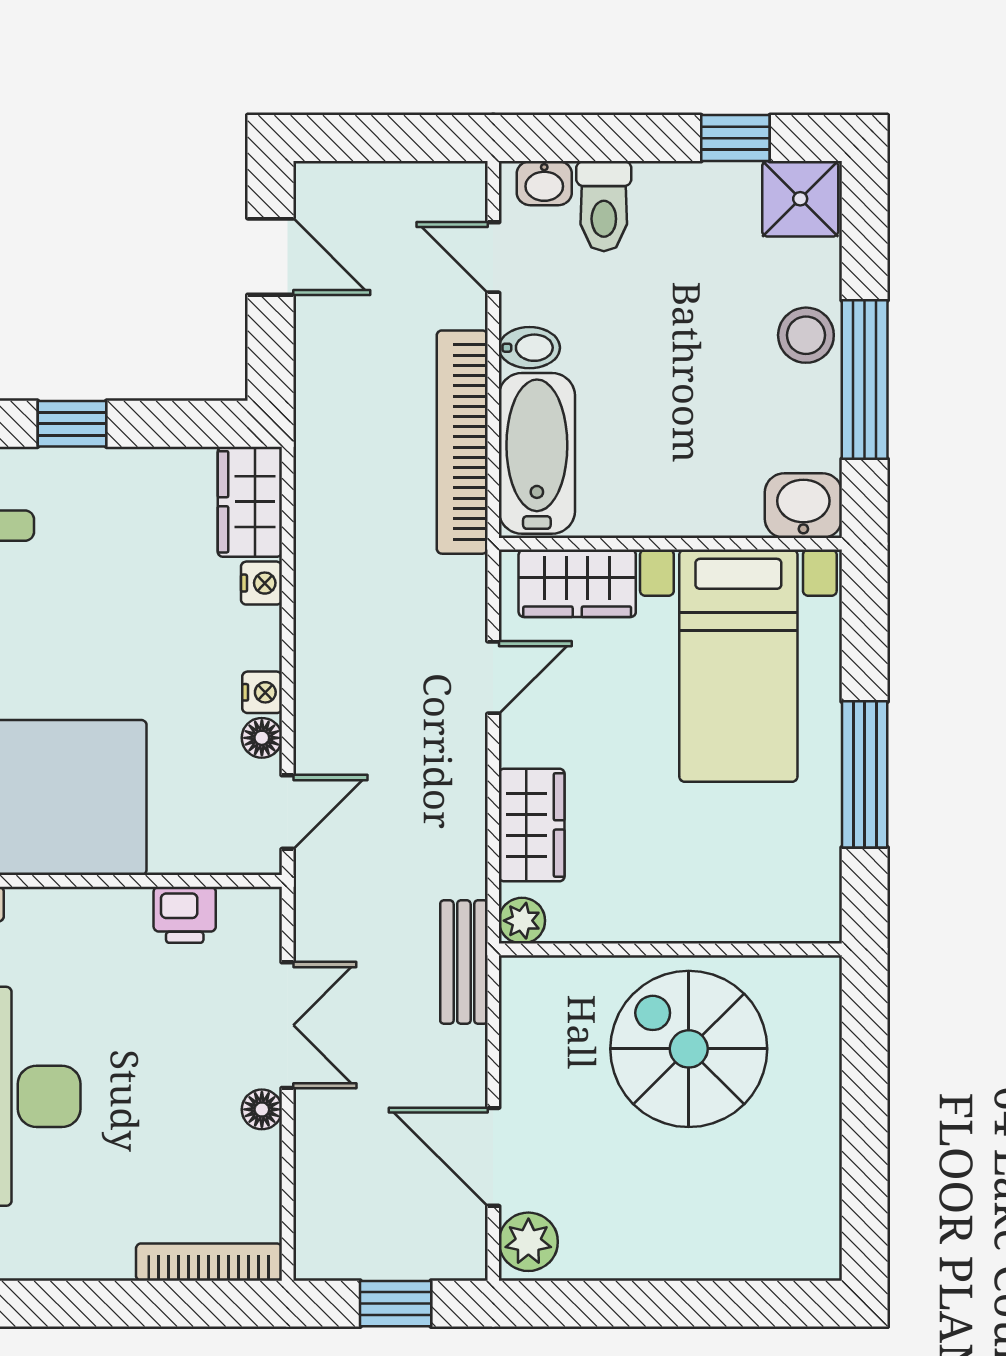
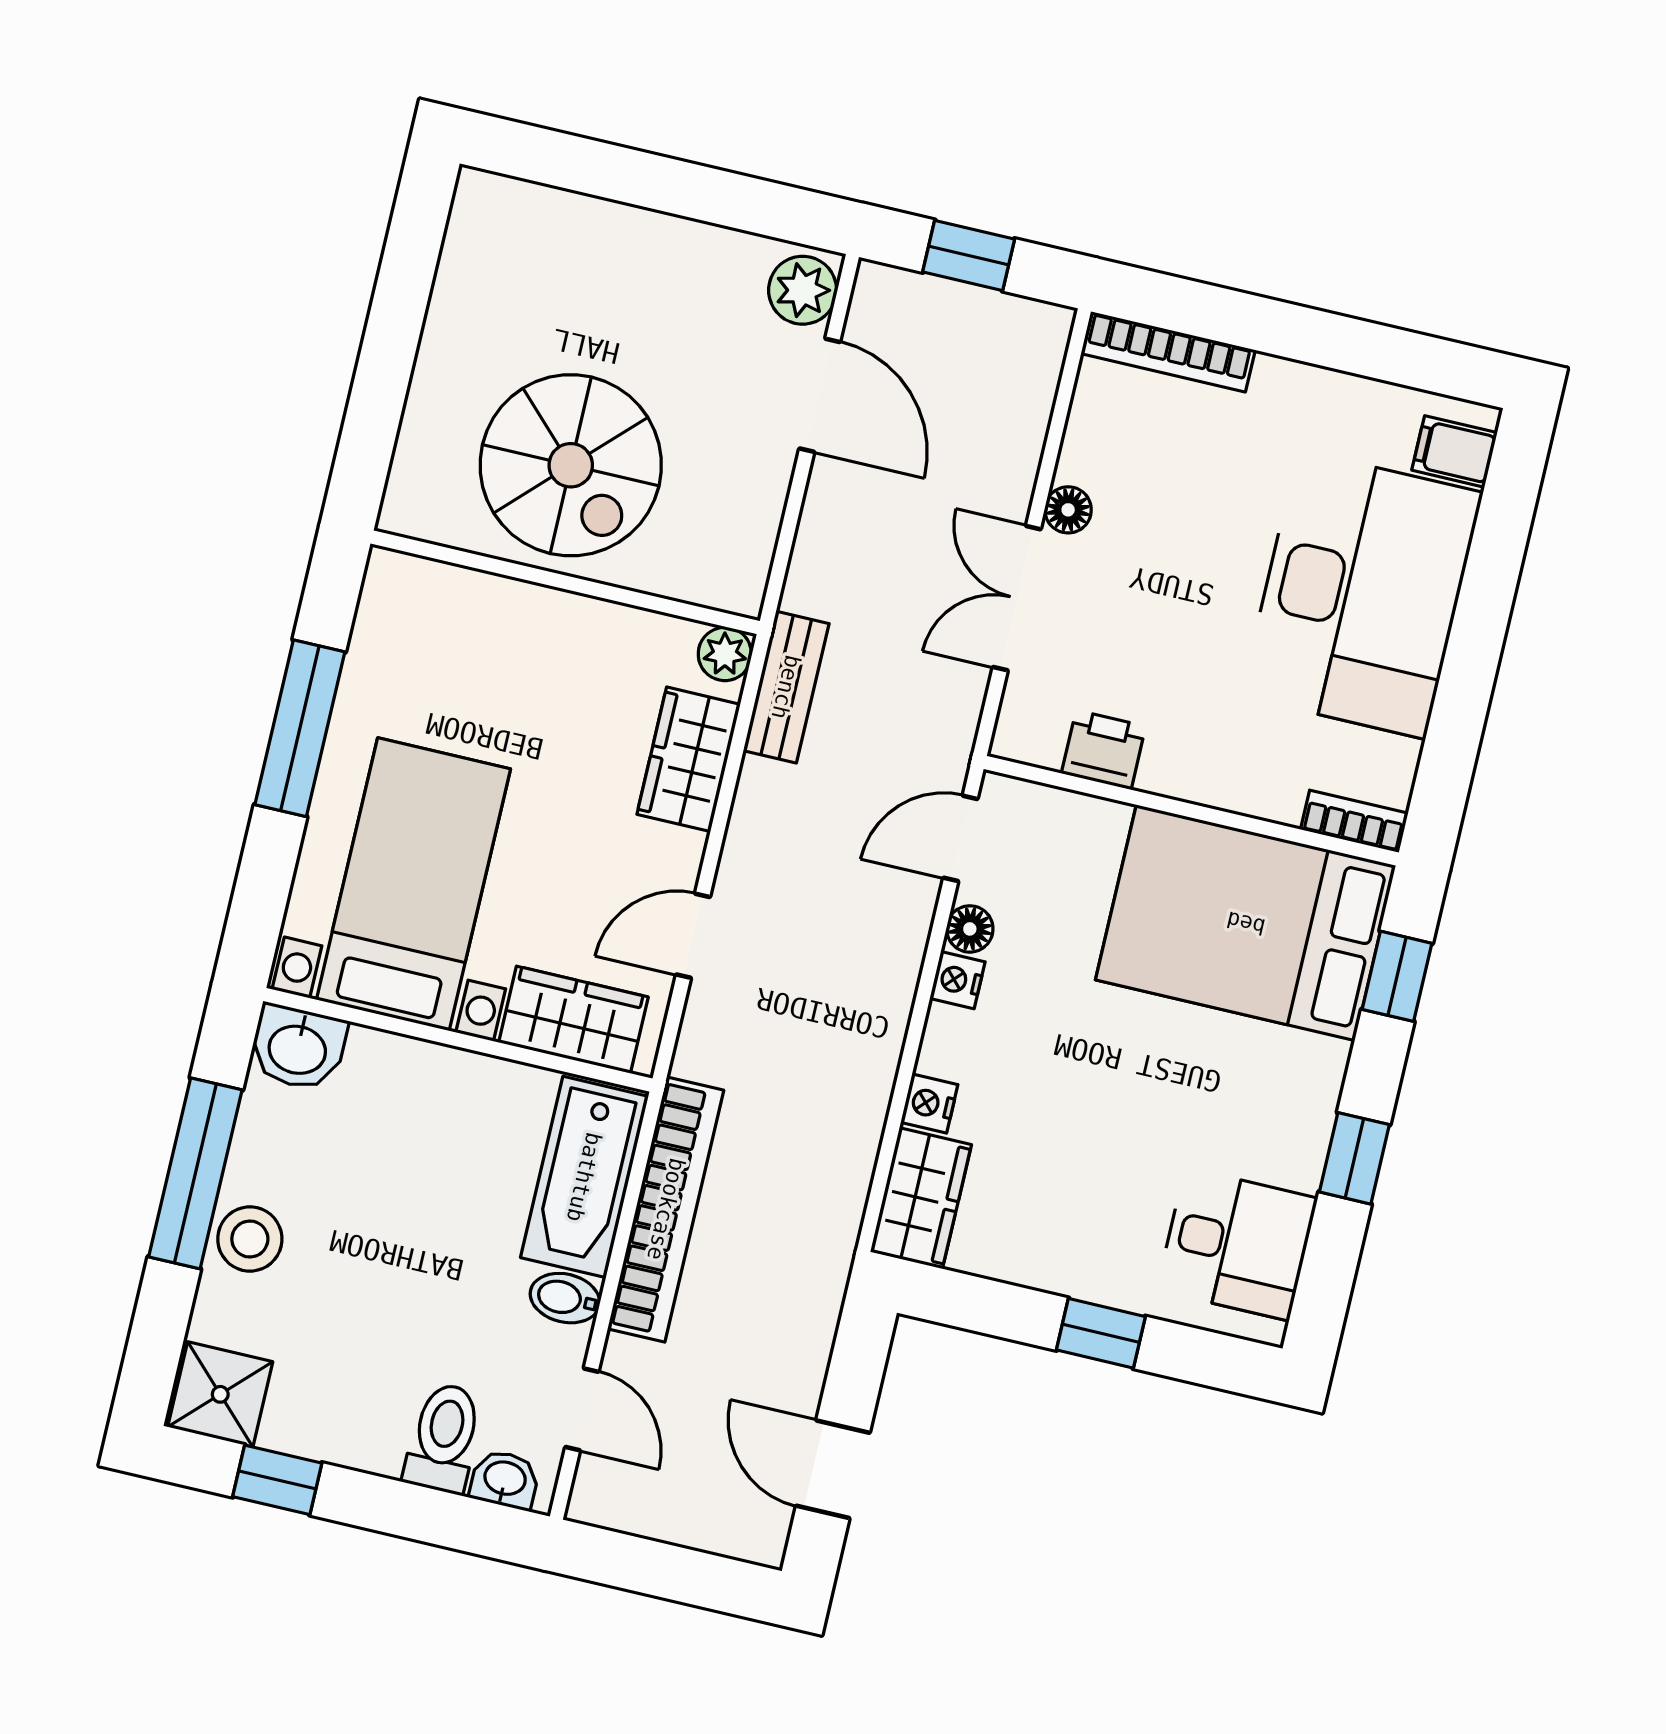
bench: (464, 962) -> (786, 687), moved

